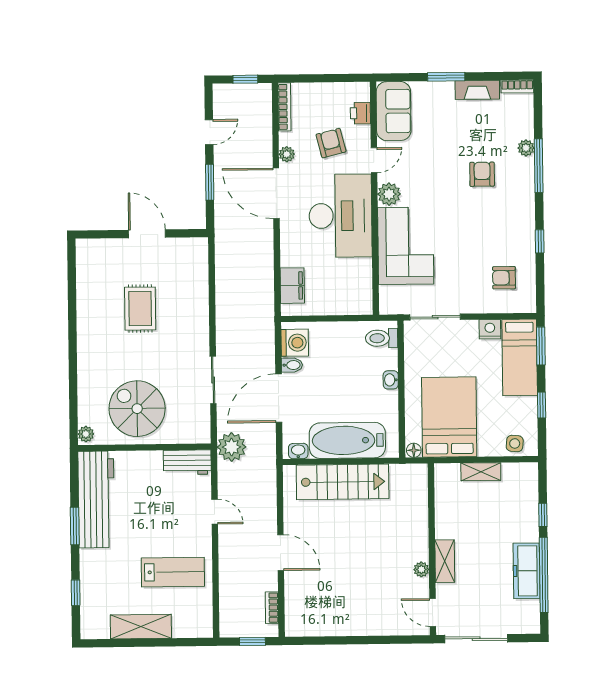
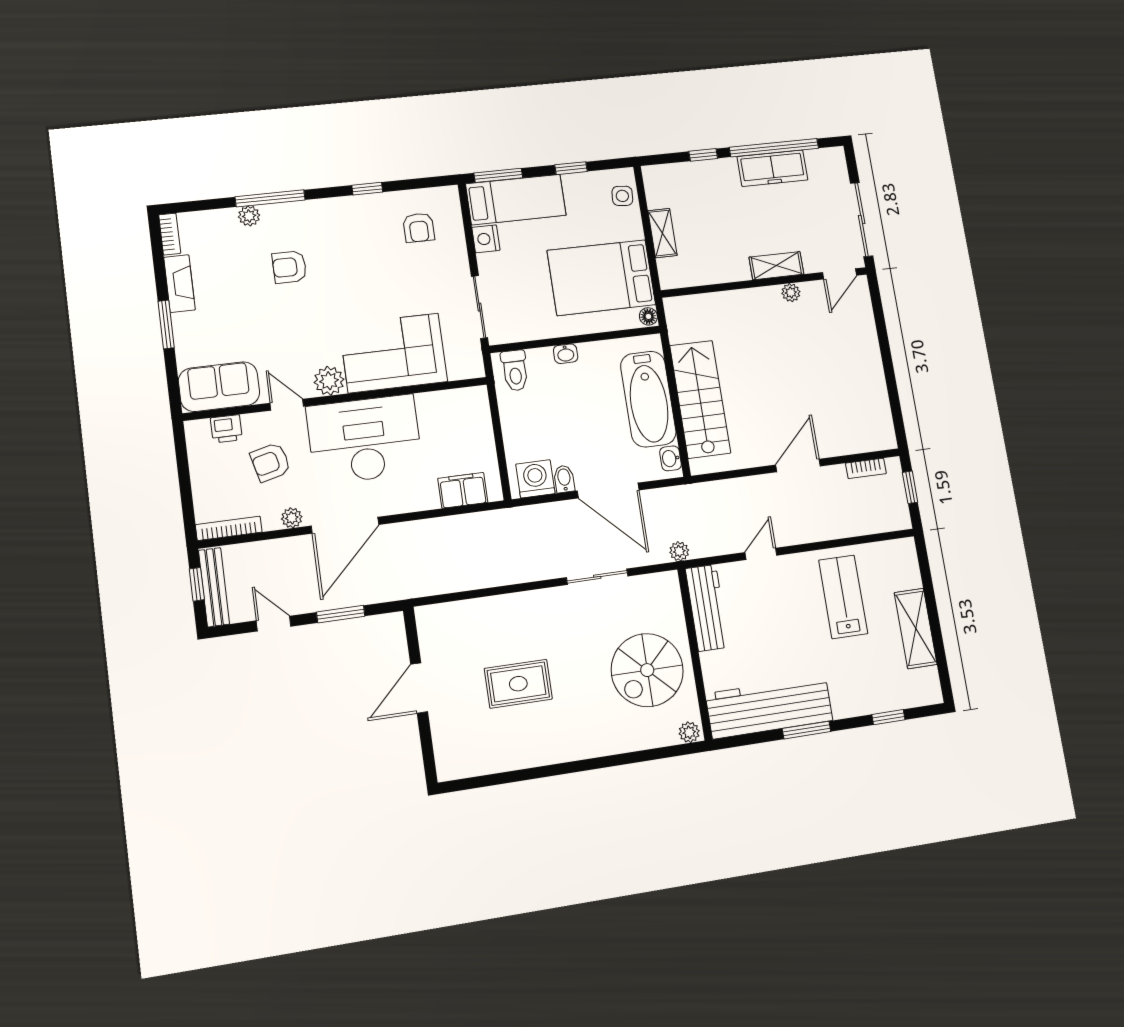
bench: (242, 91) -> (214, 587), added
plant: (232, 447) -> (679, 551), width x0.53, depth x0.53
workbench: (187, 462) -> (707, 608), width x1.37

